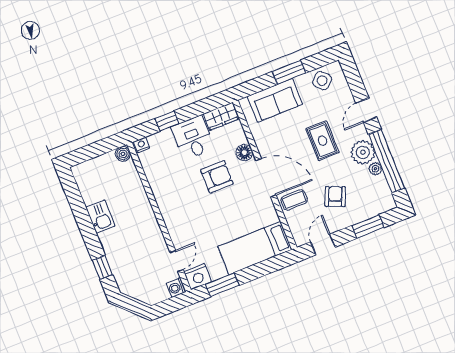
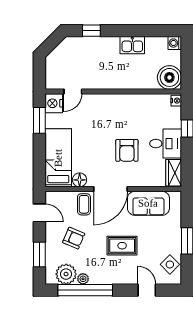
sofa: (275, 100) -> (148, 203), moved, turned -90
door: (366, 110) -> (147, 290), moved
plant: (363, 152) -> (66, 274), moved
floor lamp: (244, 153) -> (80, 180), moved
boiler: (123, 154) -> (169, 77), width x1.86, depth x1.86
door: (177, 261) -> (73, 92), hinge flipped
washing machine: (176, 288) -> (175, 43), moved, turned -90

